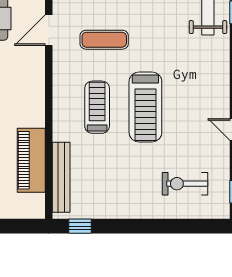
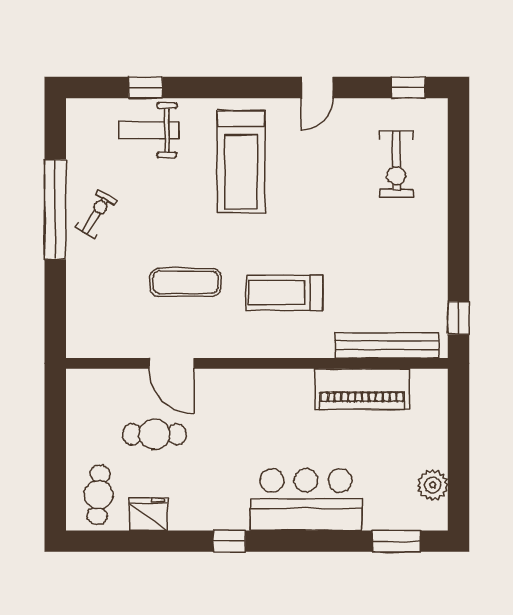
exercise mat: (104, 40) -> (185, 282), turned 90
treadmill: (145, 107) -> (241, 162), moved, turned 90

